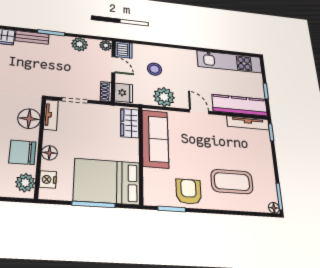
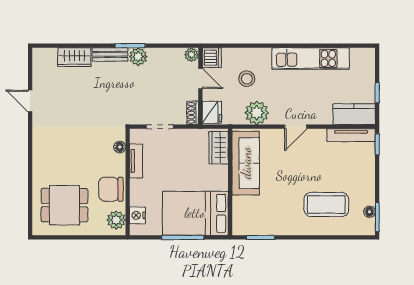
plant: (80, 44) -> (138, 57), moved
kitchen unit: (230, 62) -> (311, 59), moved
kitchen counter: (240, 105) -> (354, 114), width x0.67
door: (199, 112) -> (296, 127), swing flipped
tv unit: (51, 115) -> (136, 161), moved
floor lamp: (29, 119) -> (120, 147), width x0.53, depth x0.53
floor lamp: (49, 153) -> (137, 188), removed
armchair: (189, 192) -> (279, 218), removed
floor lamp: (274, 208) -> (369, 212), moved

